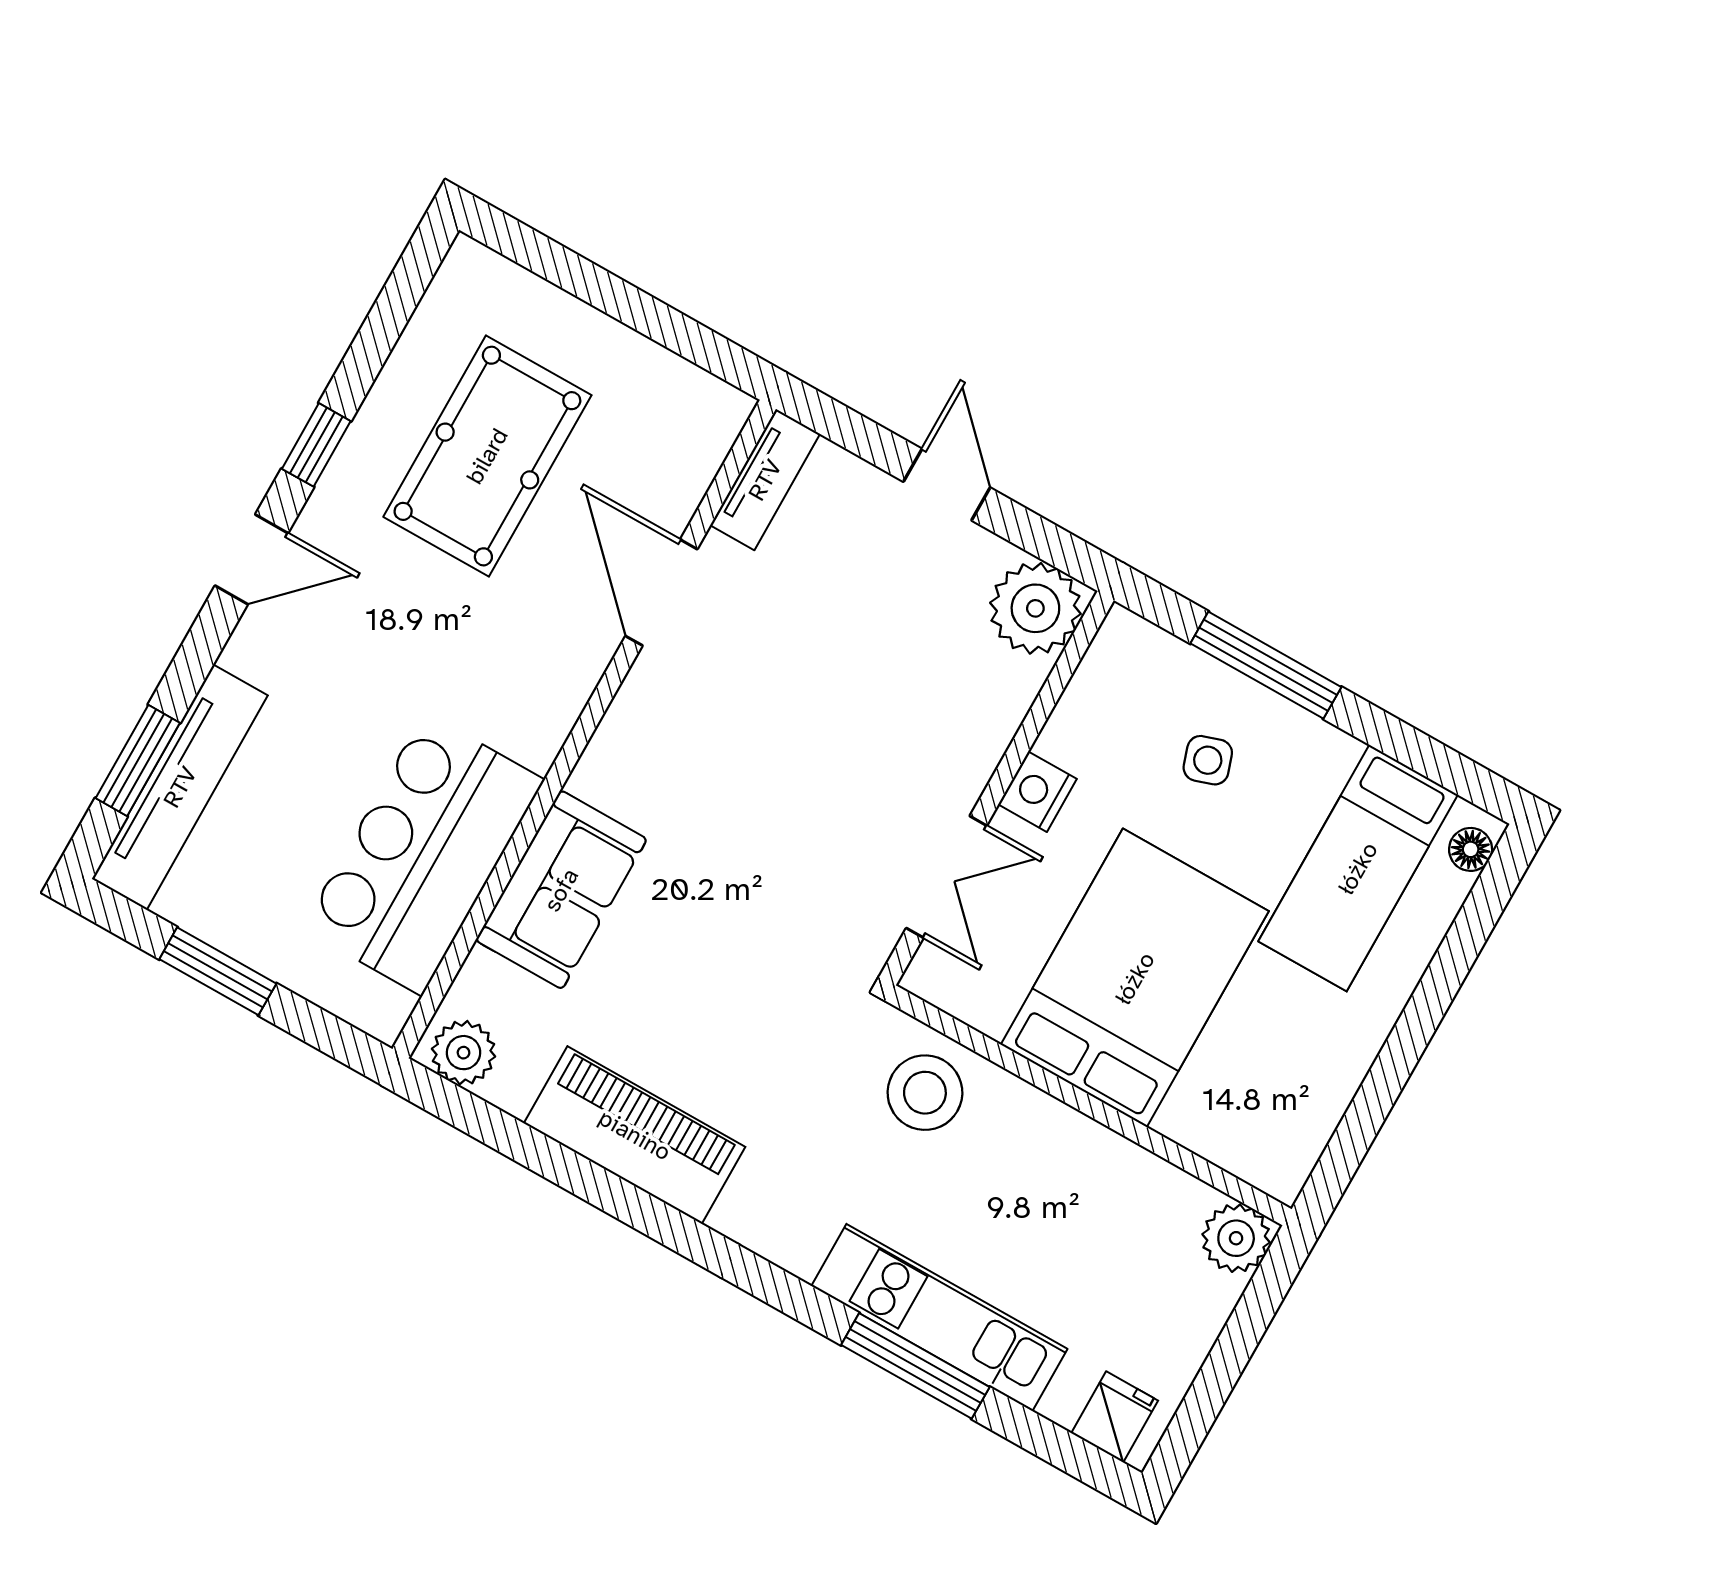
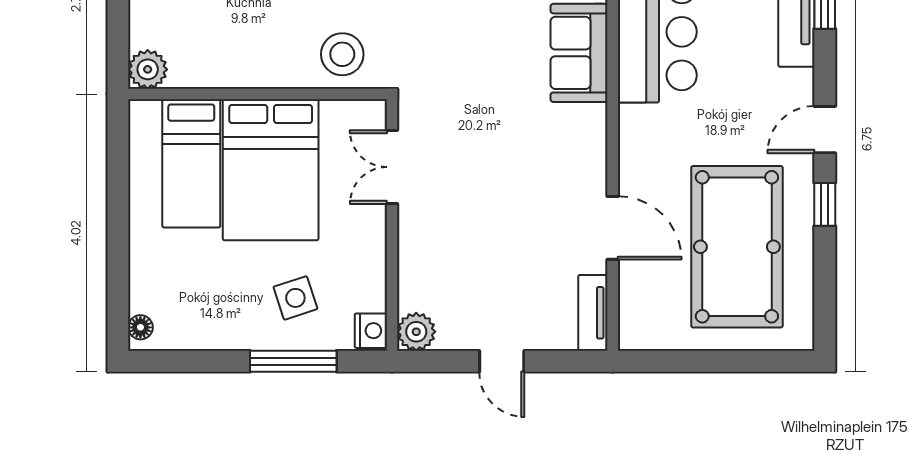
pool table: (487, 456) -> (737, 247), width x1.36, depth x1.32
plant: (1035, 608) -> (416, 332), width x0.73, depth x0.73
side table: (1208, 760) -> (295, 298), width x1.37, depth x1.37
nightstand: (1038, 792) -> (371, 331), moved
bed: (1358, 868) -> (191, 163), moved, turned 180

